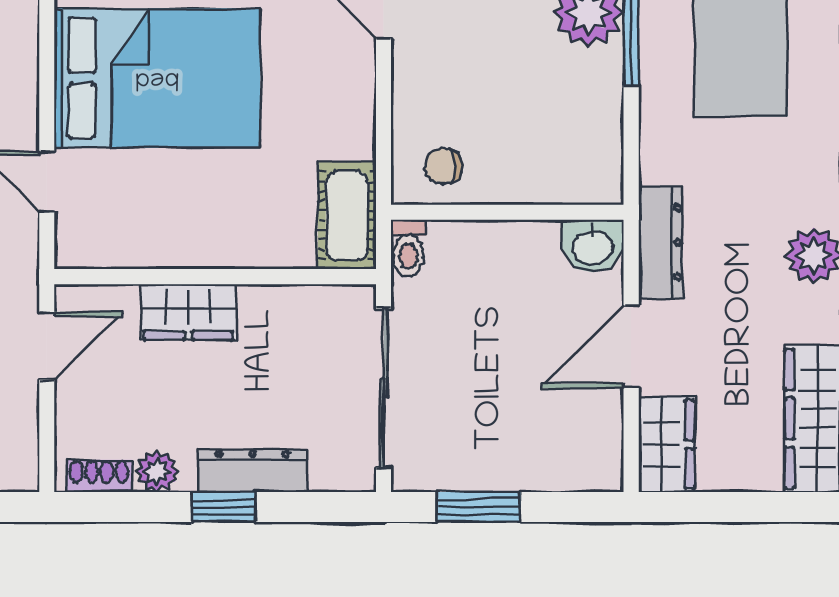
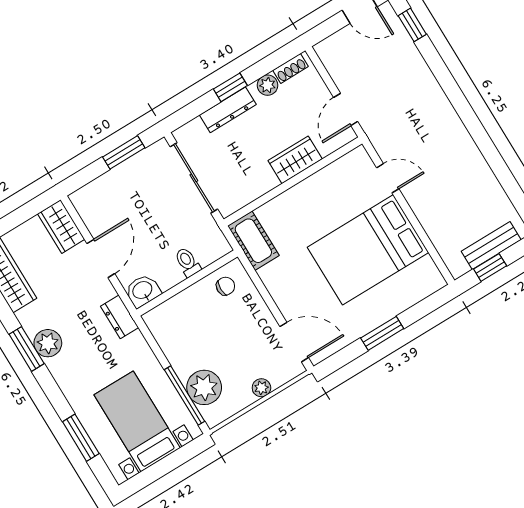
dresser: (661, 242) -> (120, 317), width x0.70
toilet: (408, 248) -> (188, 262), moved

